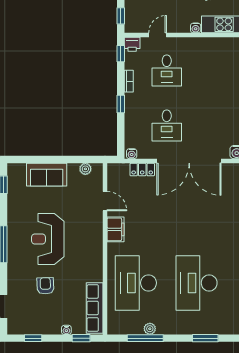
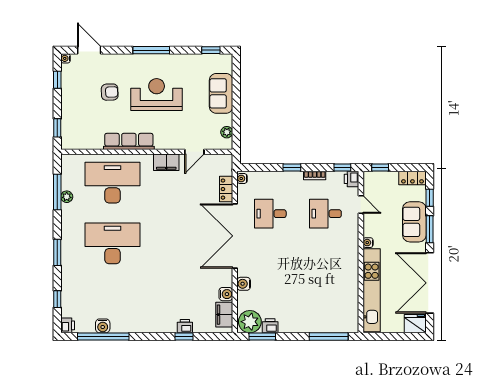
row of seats: (95, 308) -> (129, 141), moved
water cooler: (66, 330) -> (65, 58), moved

